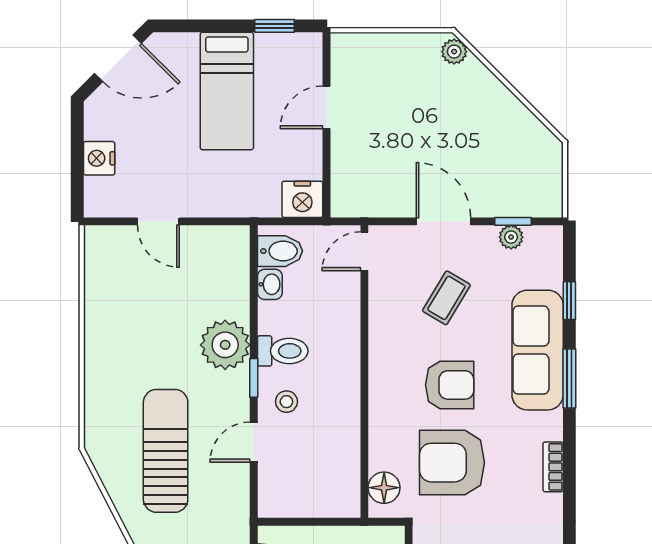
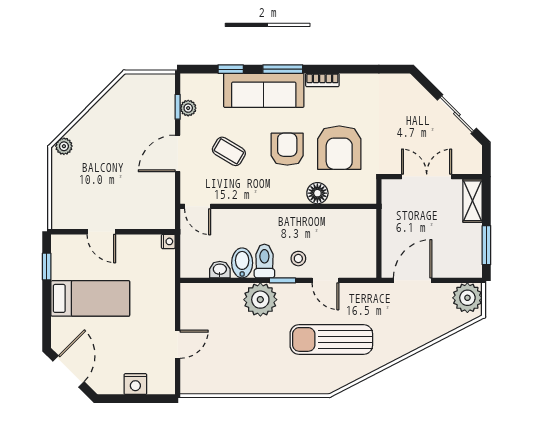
nightstand: (302, 199) -> (168, 241), width x0.53, depth x0.56
bidet: (280, 251) -> (242, 263), moved
bookcase: (553, 467) -> (322, 80), moved
floor lamp: (384, 488) -> (317, 193), moved

